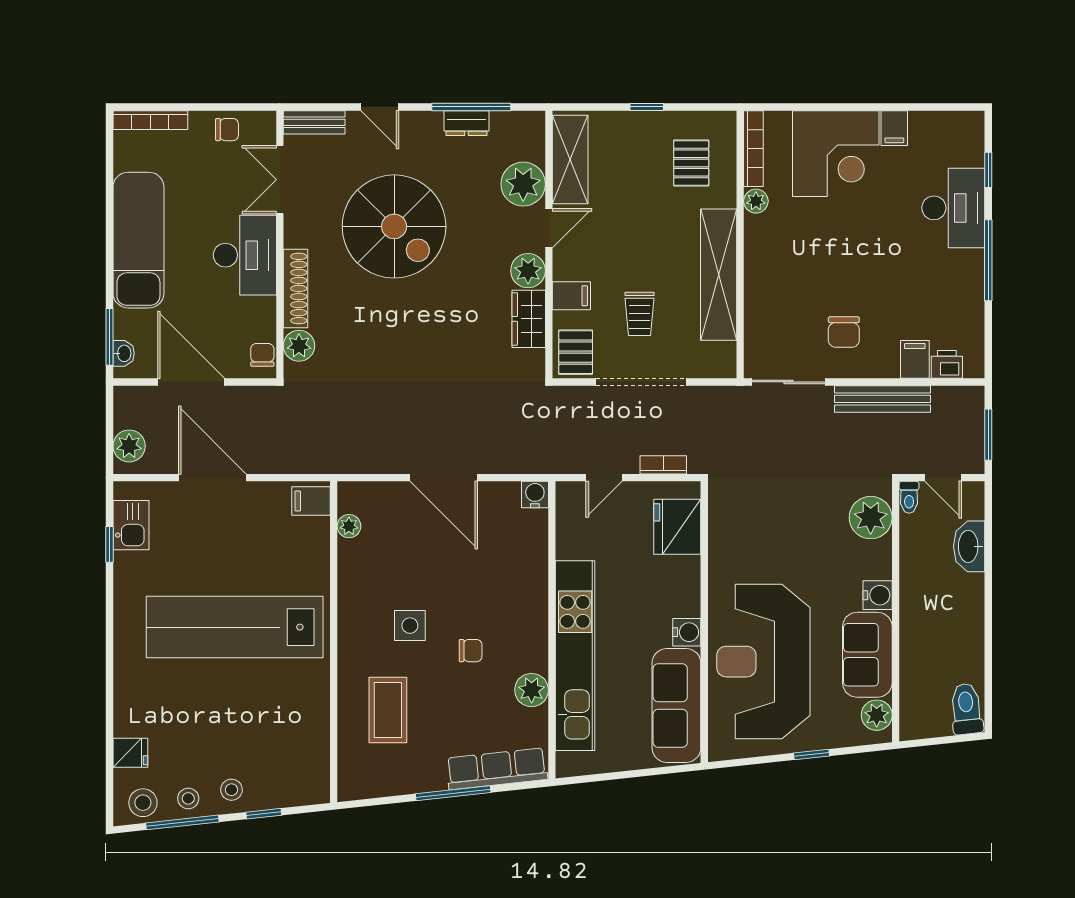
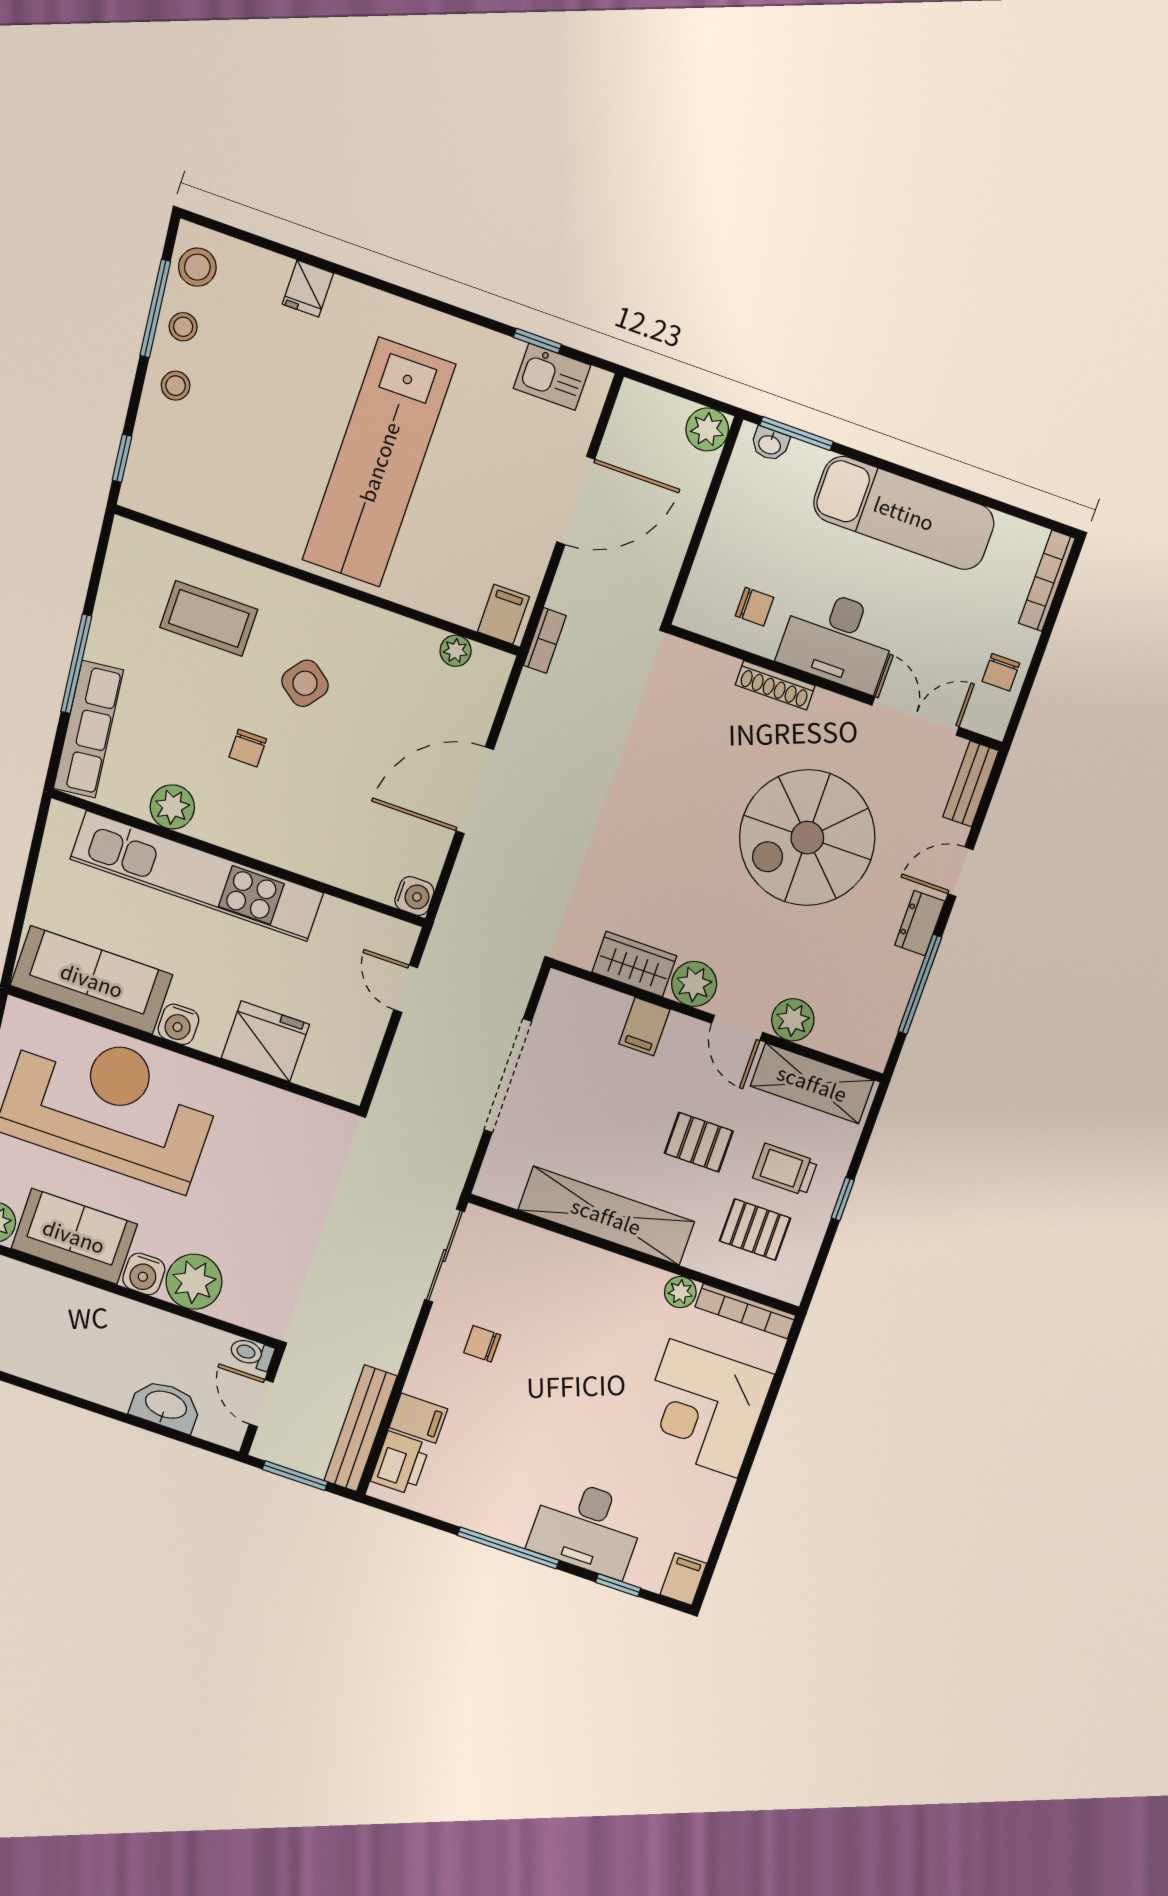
dresser: (467, 123) -> (920, 923), moved
filing cabinet: (894, 128) -> (683, 1579), moved, turned 90
plant: (523, 184) -> (793, 1020), width x0.73, depth x0.73
shoe rack: (296, 288) -> (775, 685), width x0.74, depth x0.81
trolley: (640, 314) -> (785, 1169), moved
chair: (844, 332) -> (482, 1344), width x0.73, depth x0.73
plant: (299, 346) -> (702, 667), removed
pallet: (576, 352) -> (699, 1142), moved
chair: (262, 355) -> (755, 607), moved
printer: (947, 364) -> (400, 1463), width x1.36, depth x1.24
door: (191, 382) -> (704, 516), removed
bench: (883, 399) -> (360, 1428), moved
plant: (129, 446) -> (707, 429), moved
bookcase: (663, 465) -> (545, 641), moved
door: (943, 478) -> (261, 1403), hinge flipped
plant: (871, 518) -> (194, 1282), moved
fridge: (677, 527) -> (265, 1041), moved
side table: (410, 626) -> (305, 683), turned 37
lab bench: (235, 627) -> (379, 462), turned 180
fridge: (130, 753) -> (308, 289), moved
window: (264, 814) -> (122, 458), moved

